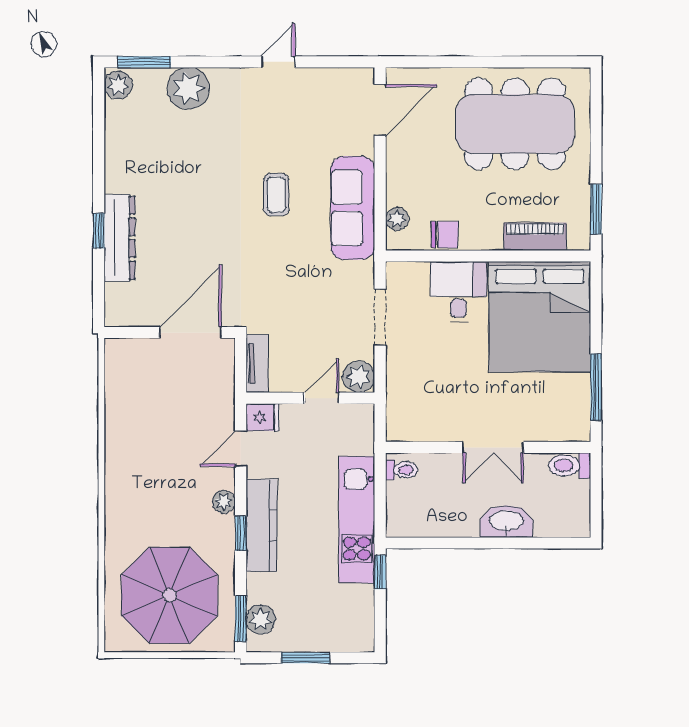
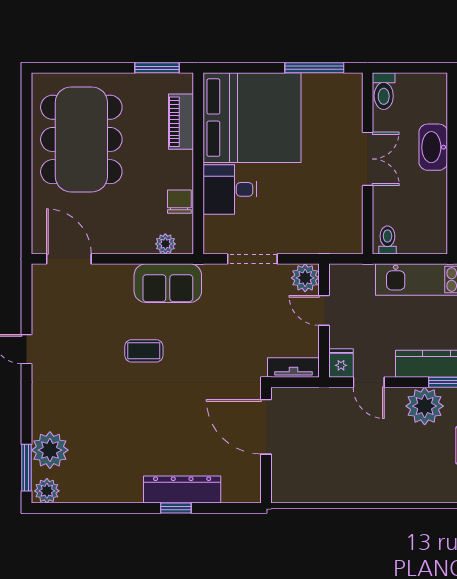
plant: (188, 88) -> (50, 450), moved
sofa: (353, 208) -> (168, 283), width x0.73
plant: (224, 502) -> (425, 406), width x1.88, depth x1.88

